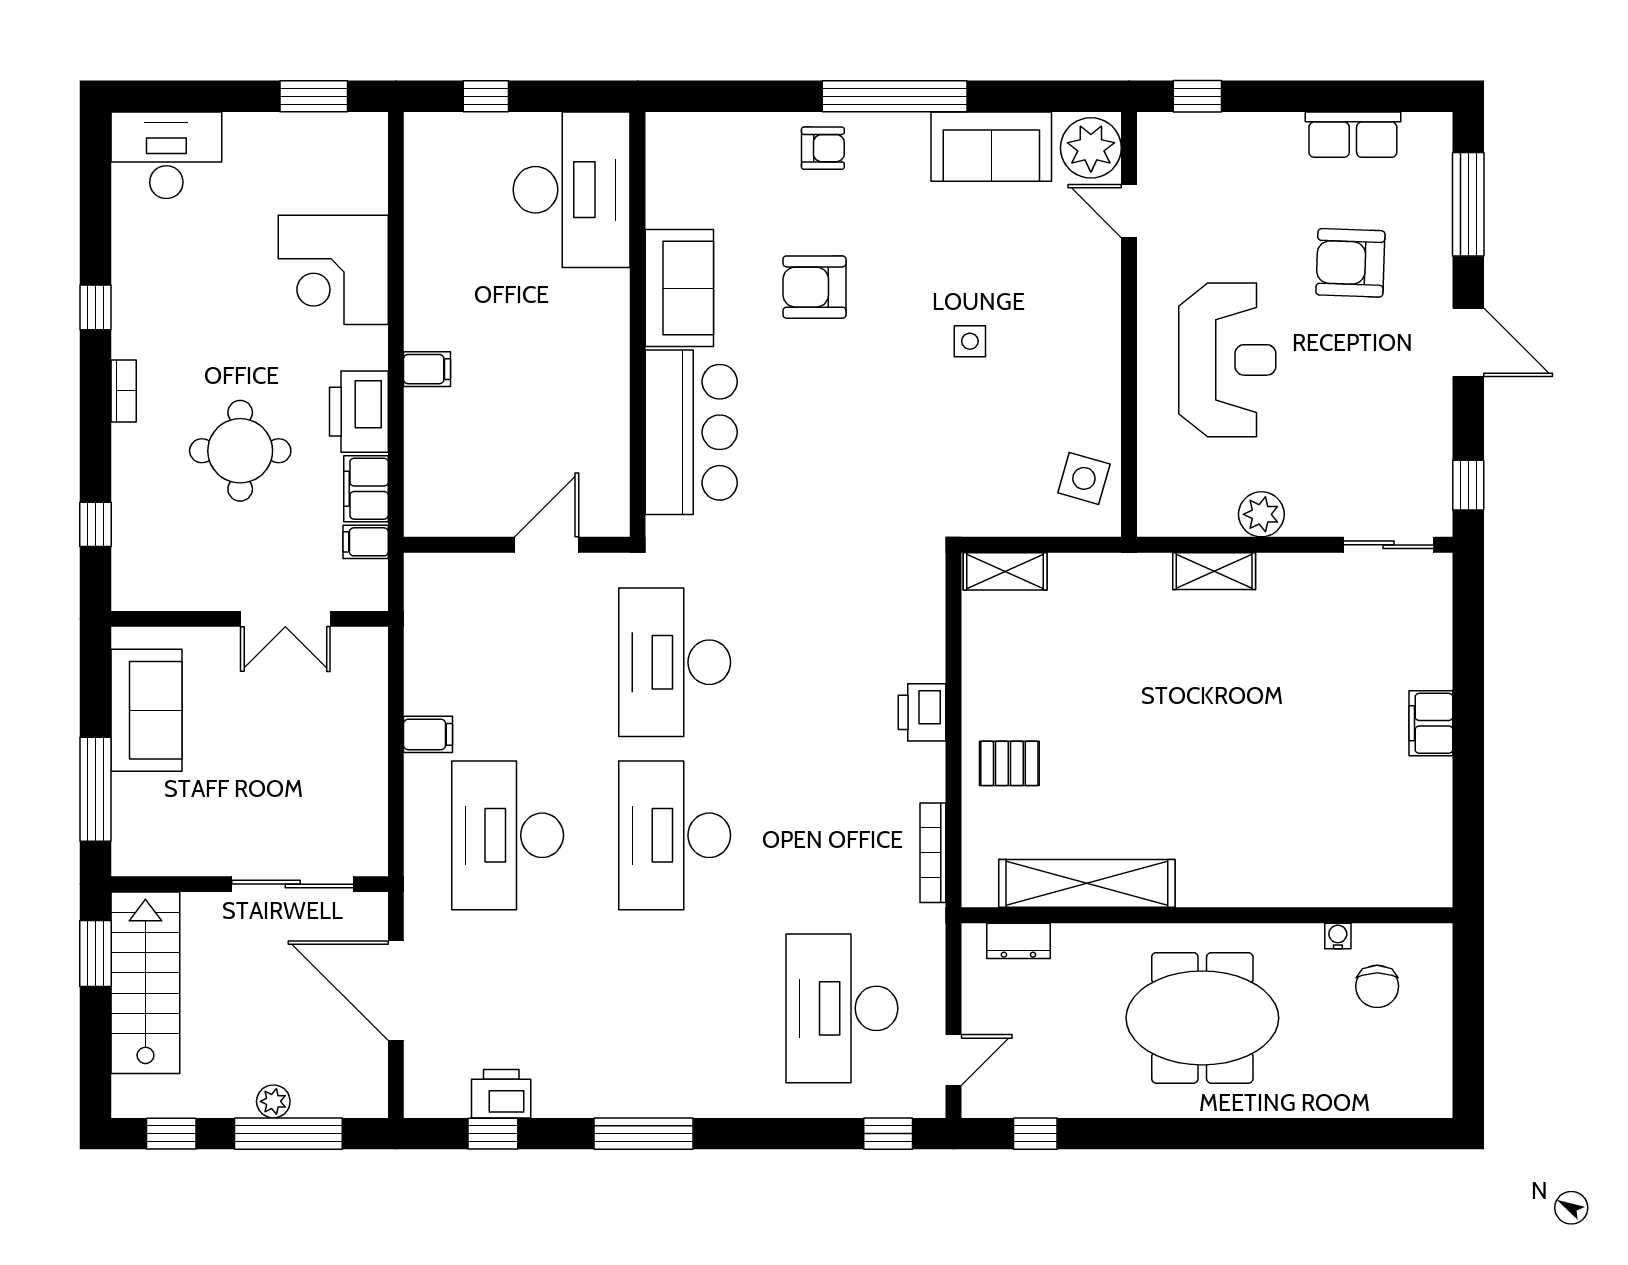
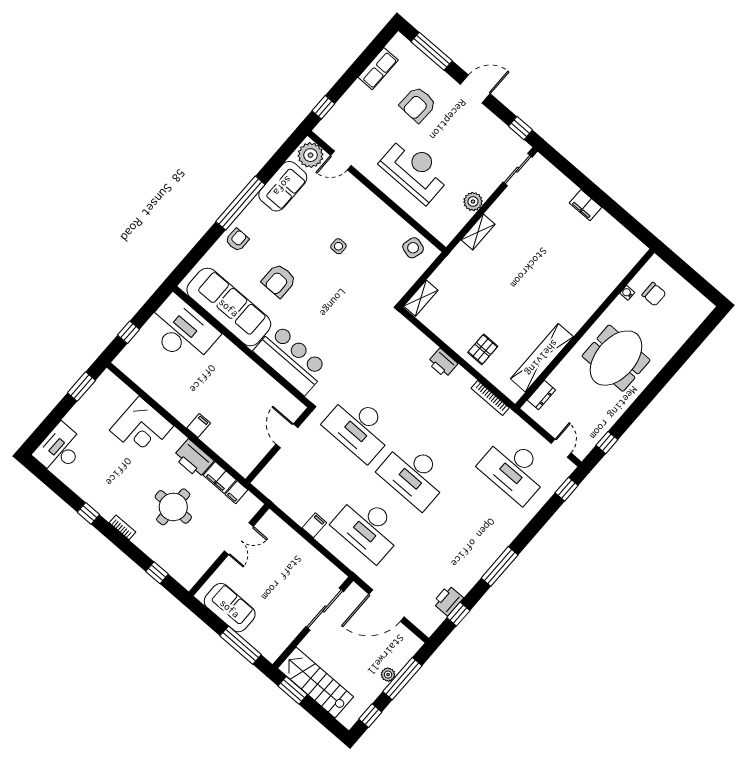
sofa: (679, 288) -> (229, 307), width x1.85, depth x1.27

